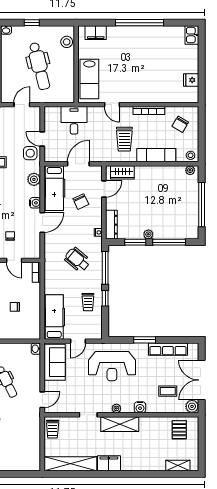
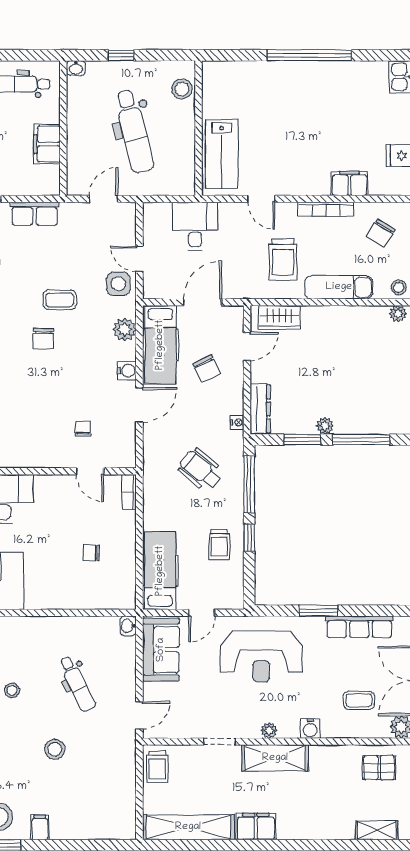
filing cabinet: (96, 33) -> (349, 183), moved, turned 180
pallet: (179, 430) -> (379, 768), turned 90

